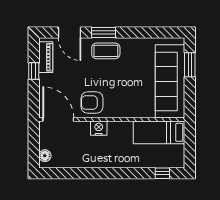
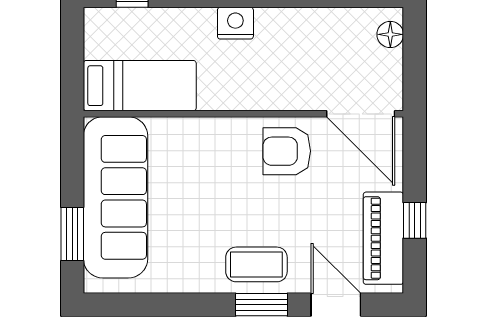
piano: (46, 57) -> (383, 238), width x1.37, depth x1.33
armchair: (92, 102) -> (287, 151), turned 180
nightstand: (99, 128) -> (235, 23), moved, turned 180

